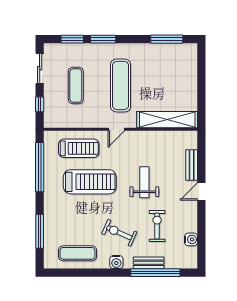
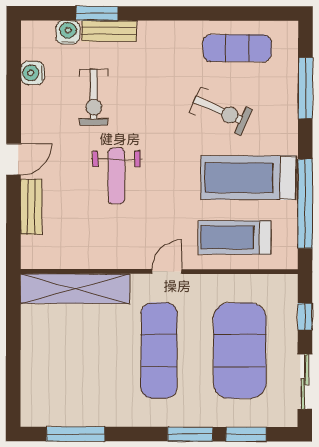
exercise mat: (76, 85) -> (240, 351), width x2.00, depth x1.45
treadmill: (90, 182) -> (248, 178), moved
exercise bike: (119, 233) -> (221, 111), moved
water cooler: (116, 262) -> (68, 32), moved
window: (155, 273) -> (97, 13), width x0.47

